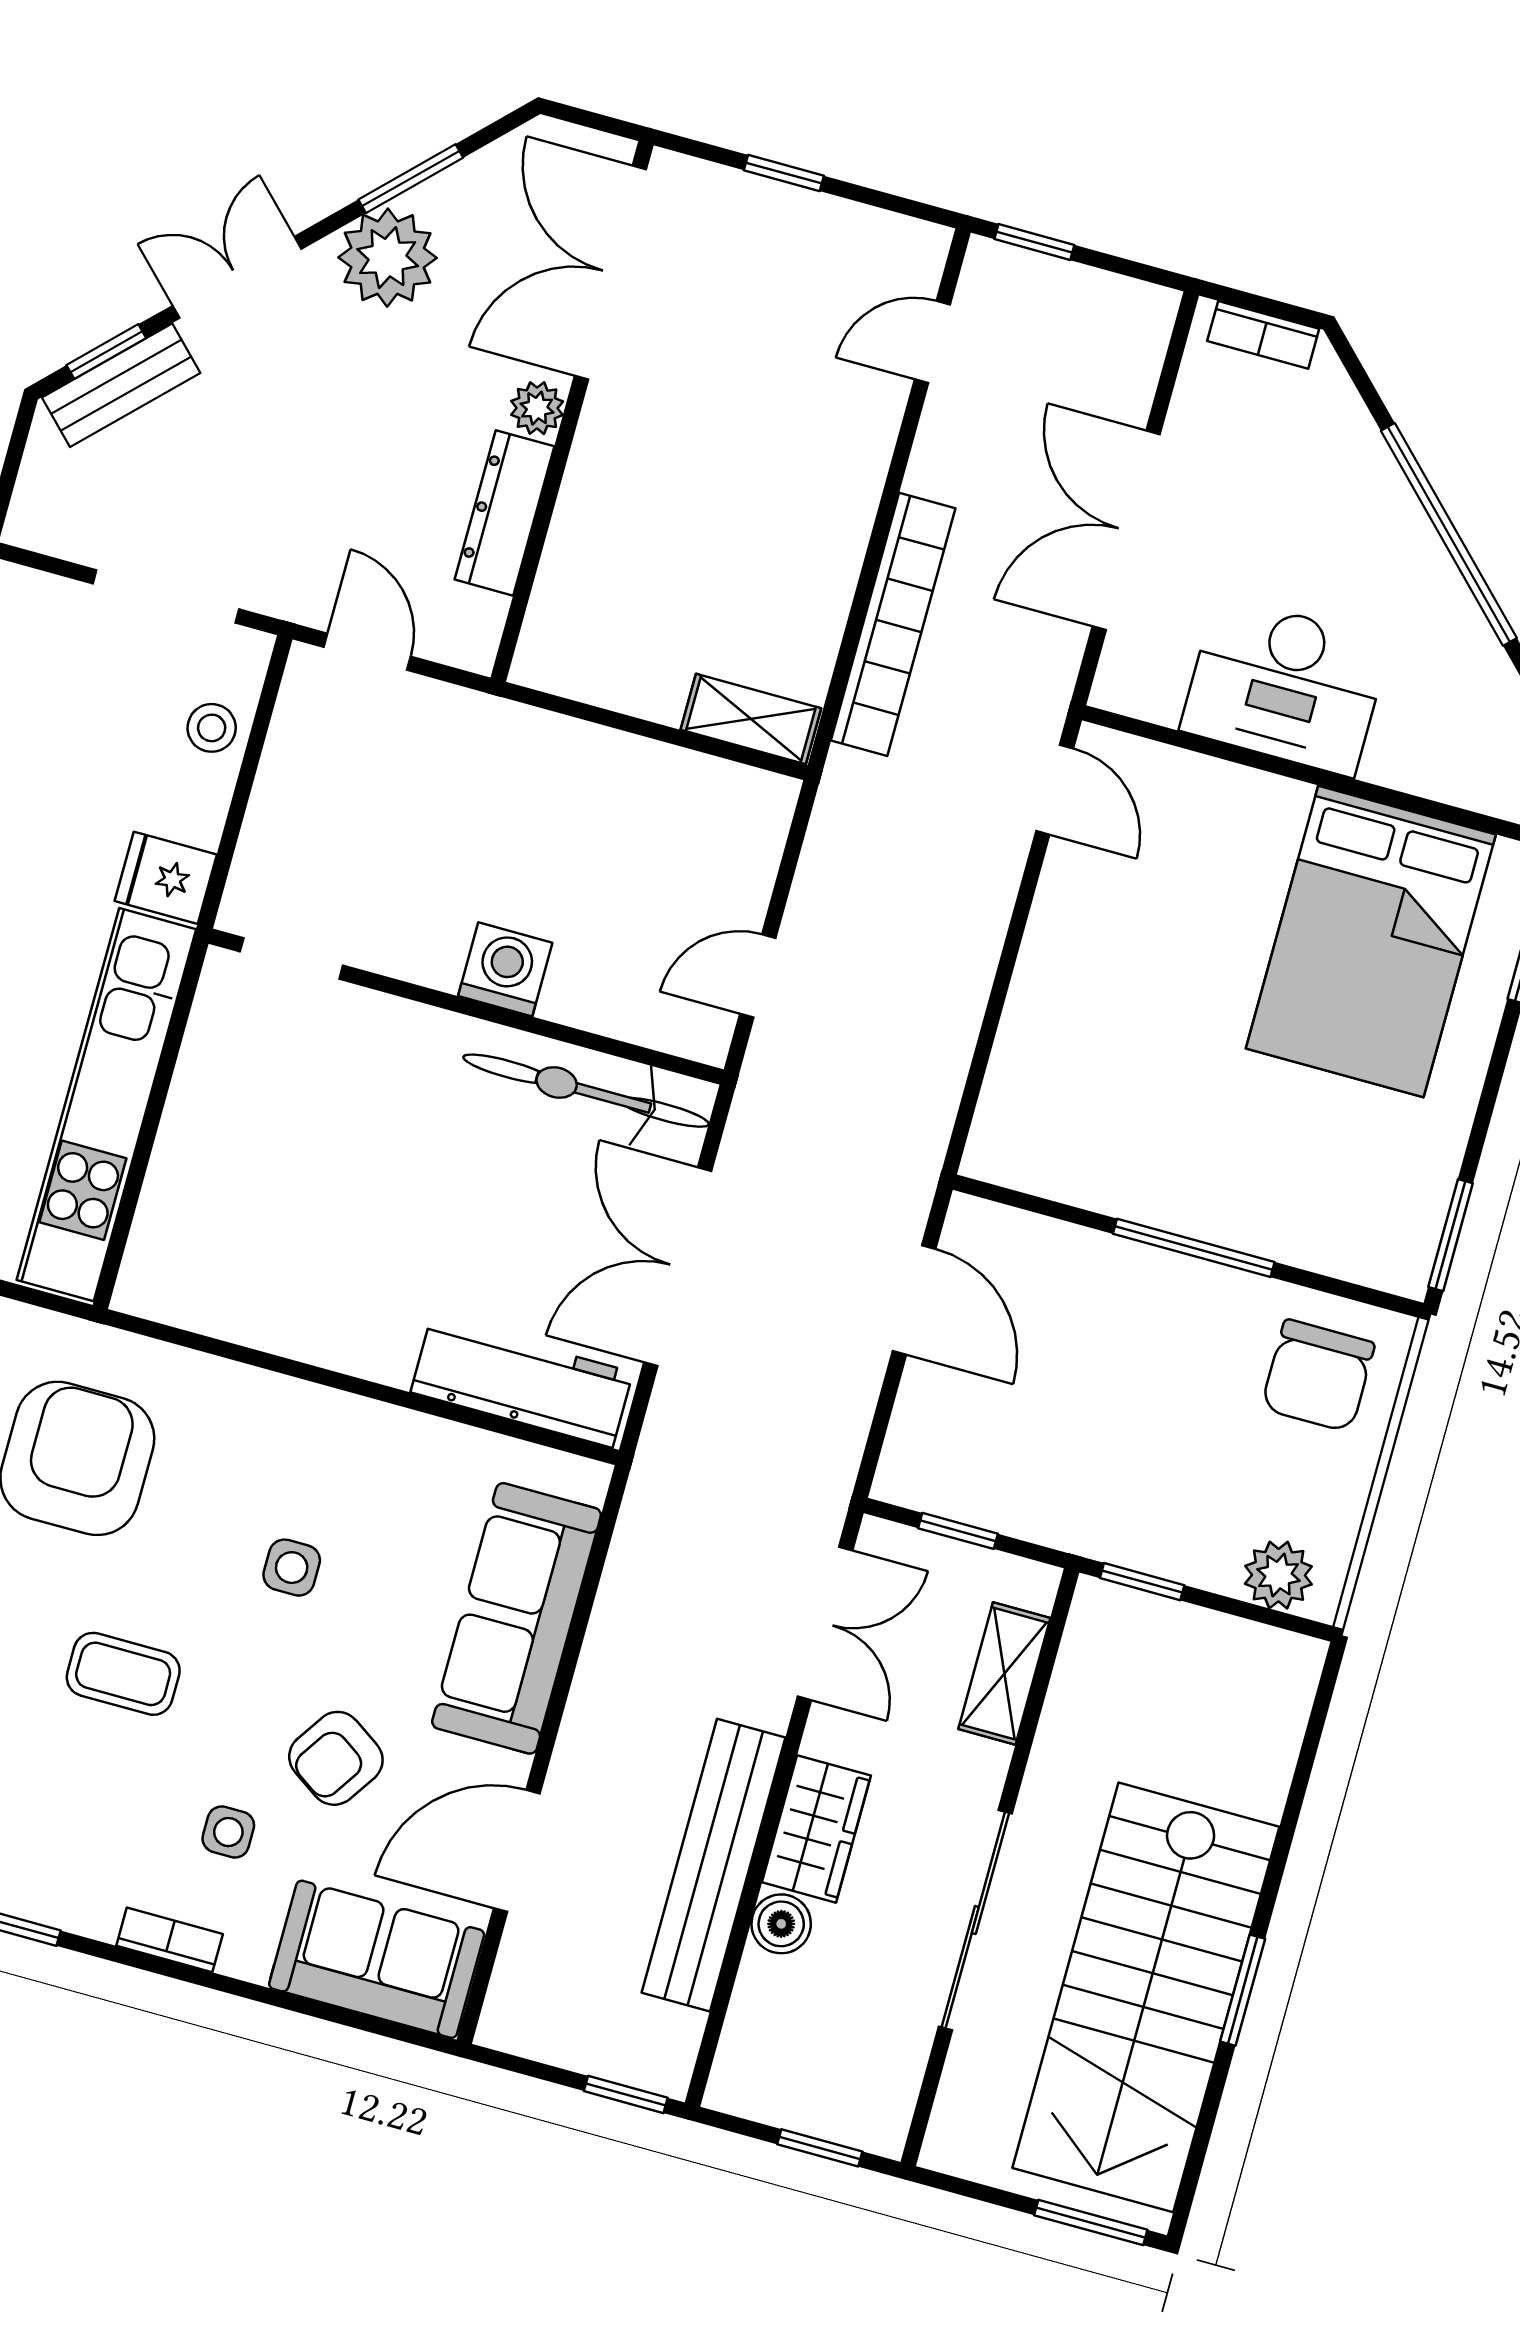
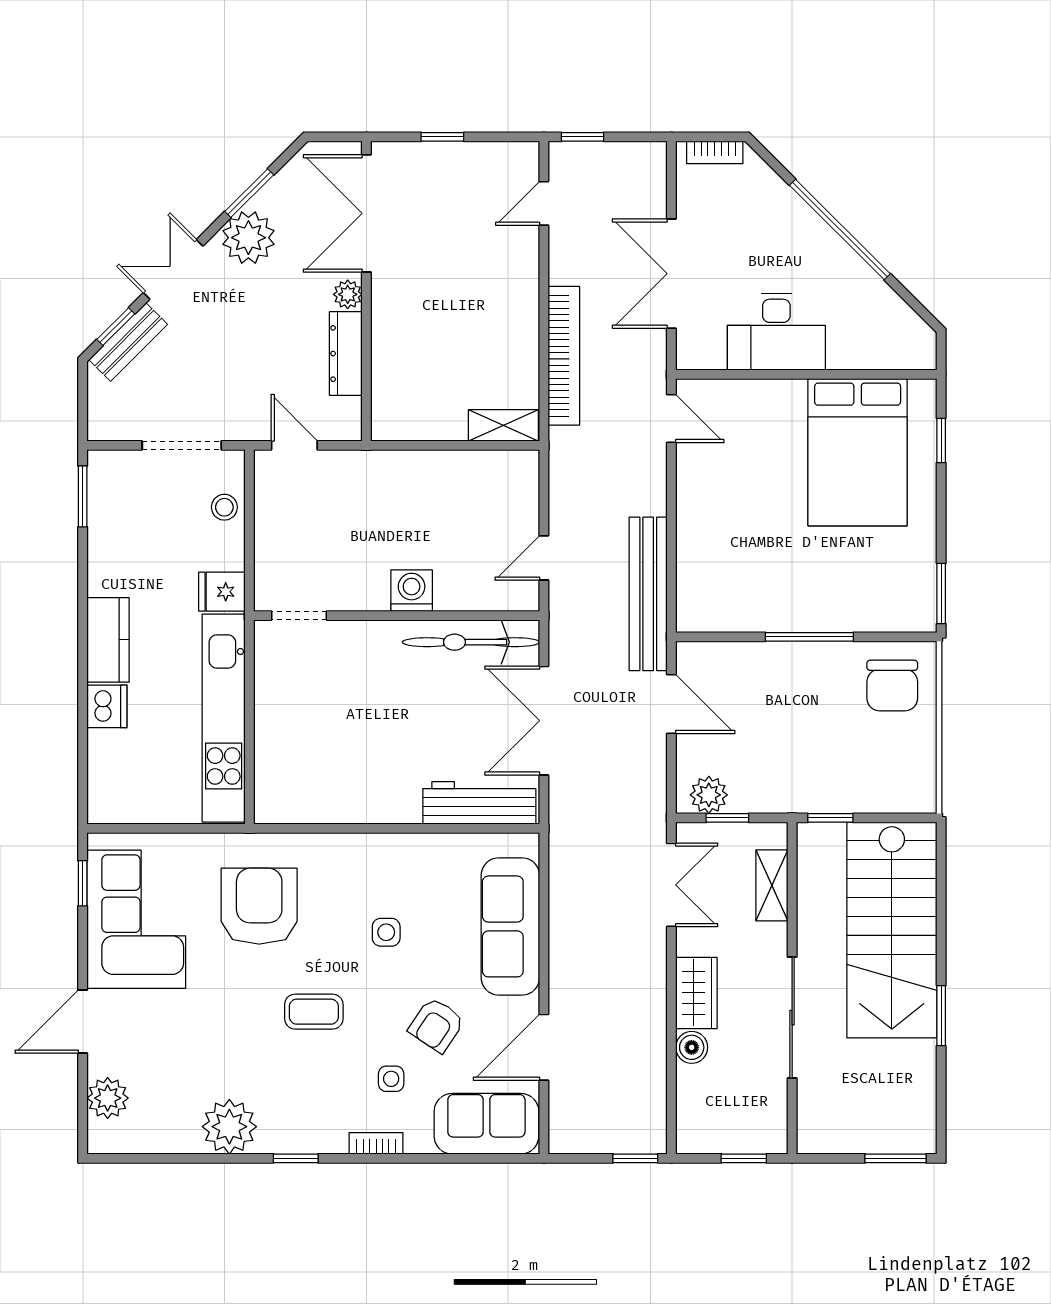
plant: (1278, 1575) -> (709, 795), moved
bench: (714, 1865) -> (648, 594), moved
stairs: (1146, 1997) -> (892, 930), moved

